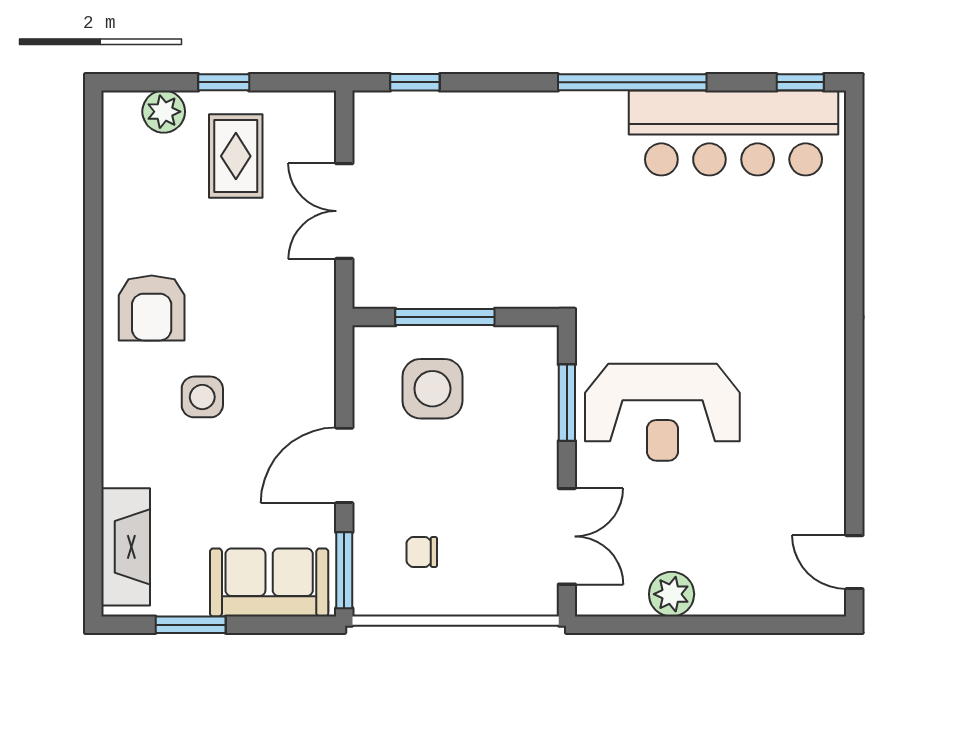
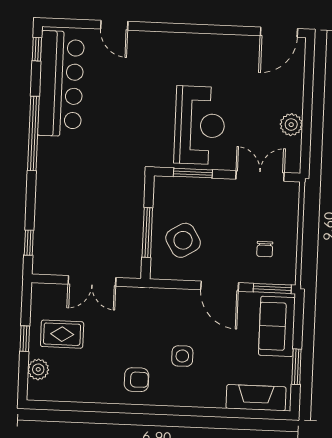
door: (854, 234) -> (114, 25), added
armchair: (152, 308) -> (137, 380), width x0.72, depth x0.72
side table: (432, 389) -> (183, 240), turned -31
door: (854, 562) -> (279, 32), width x1.38

